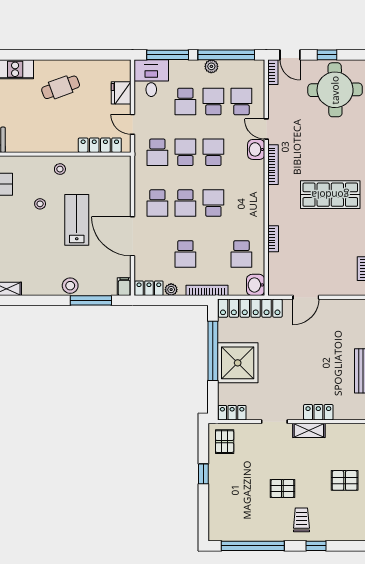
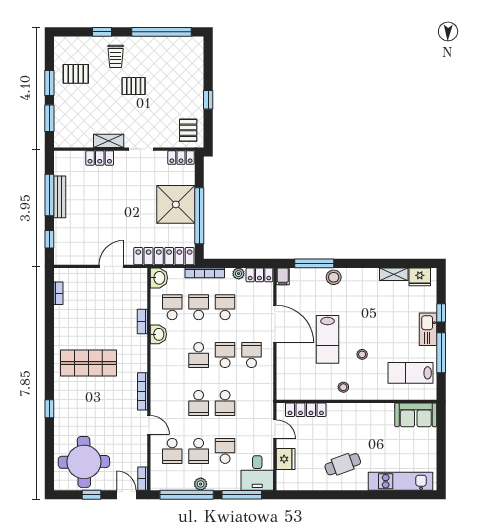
washbasin: (256, 149) -> (158, 334), moved
school desk: (157, 152) -> (199, 307), moved
pallet: (345, 480) -> (76, 74), moved

